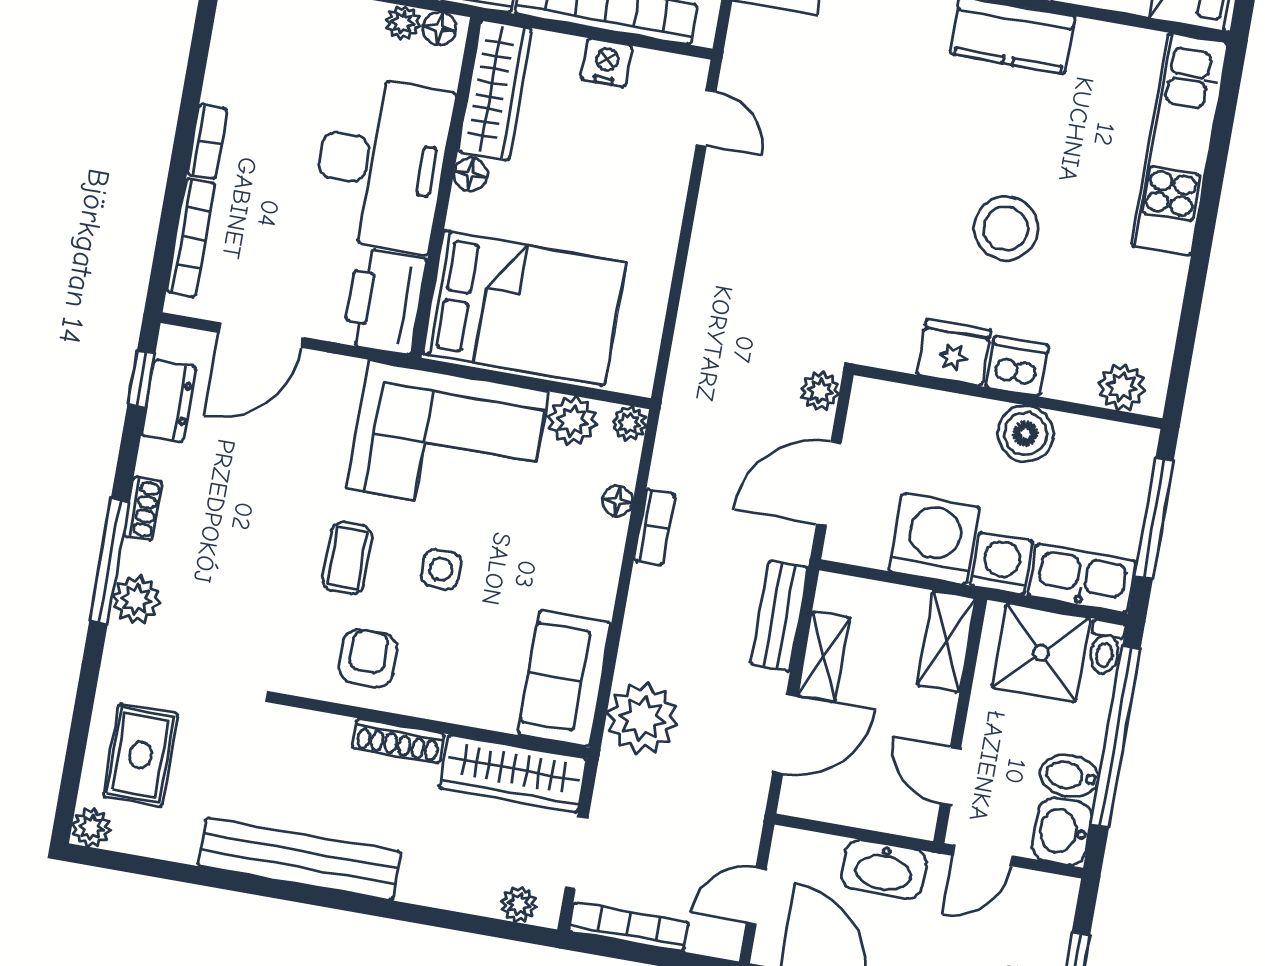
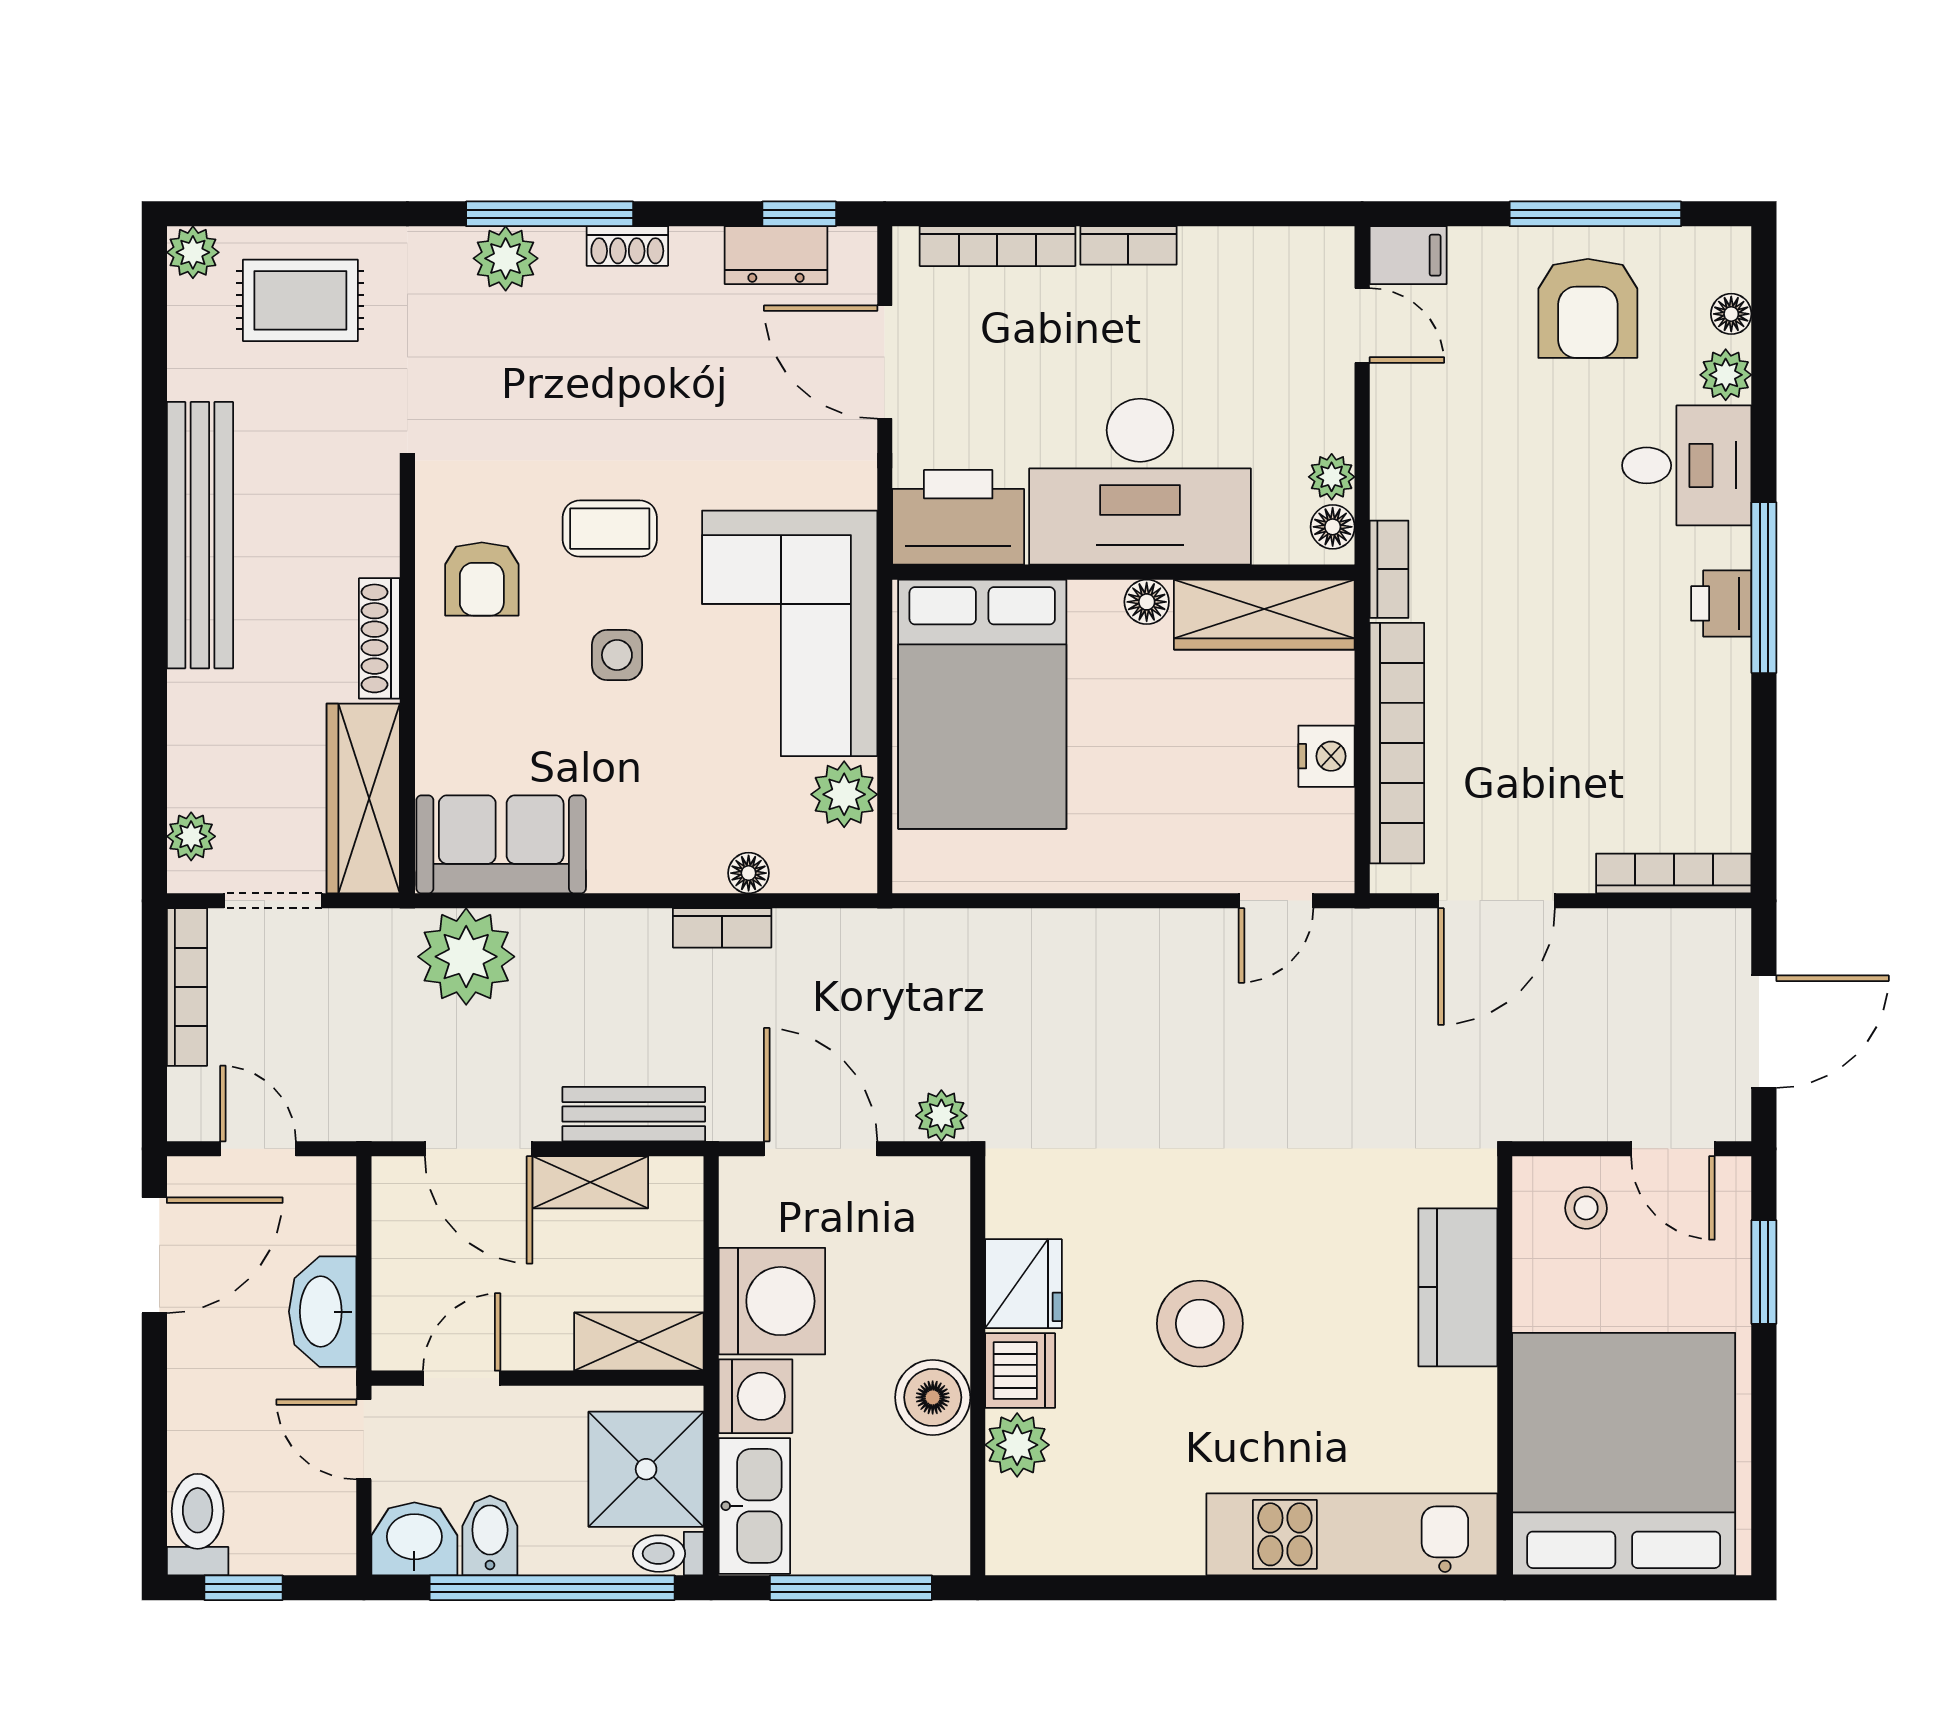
plant: (1122, 387) -> (1017, 1445), moved
plant: (629, 423) -> (854, 870), removed
armchair: (368, 658) -> (482, 579), turned 90

